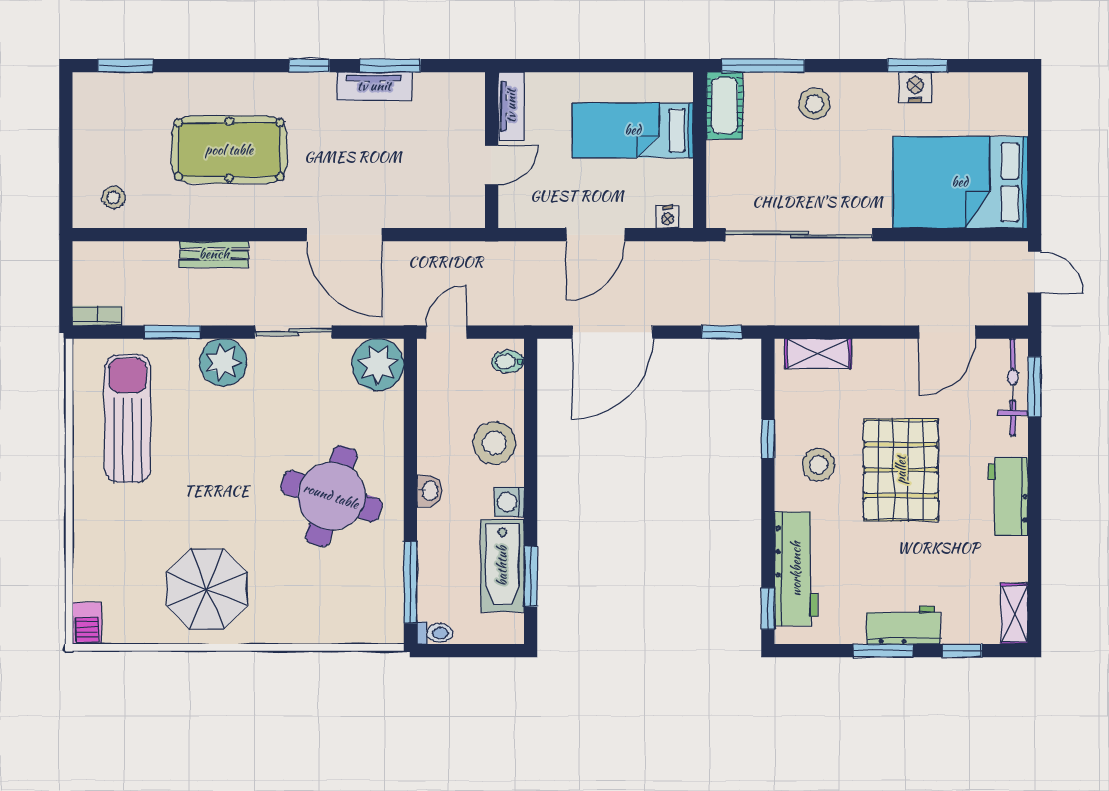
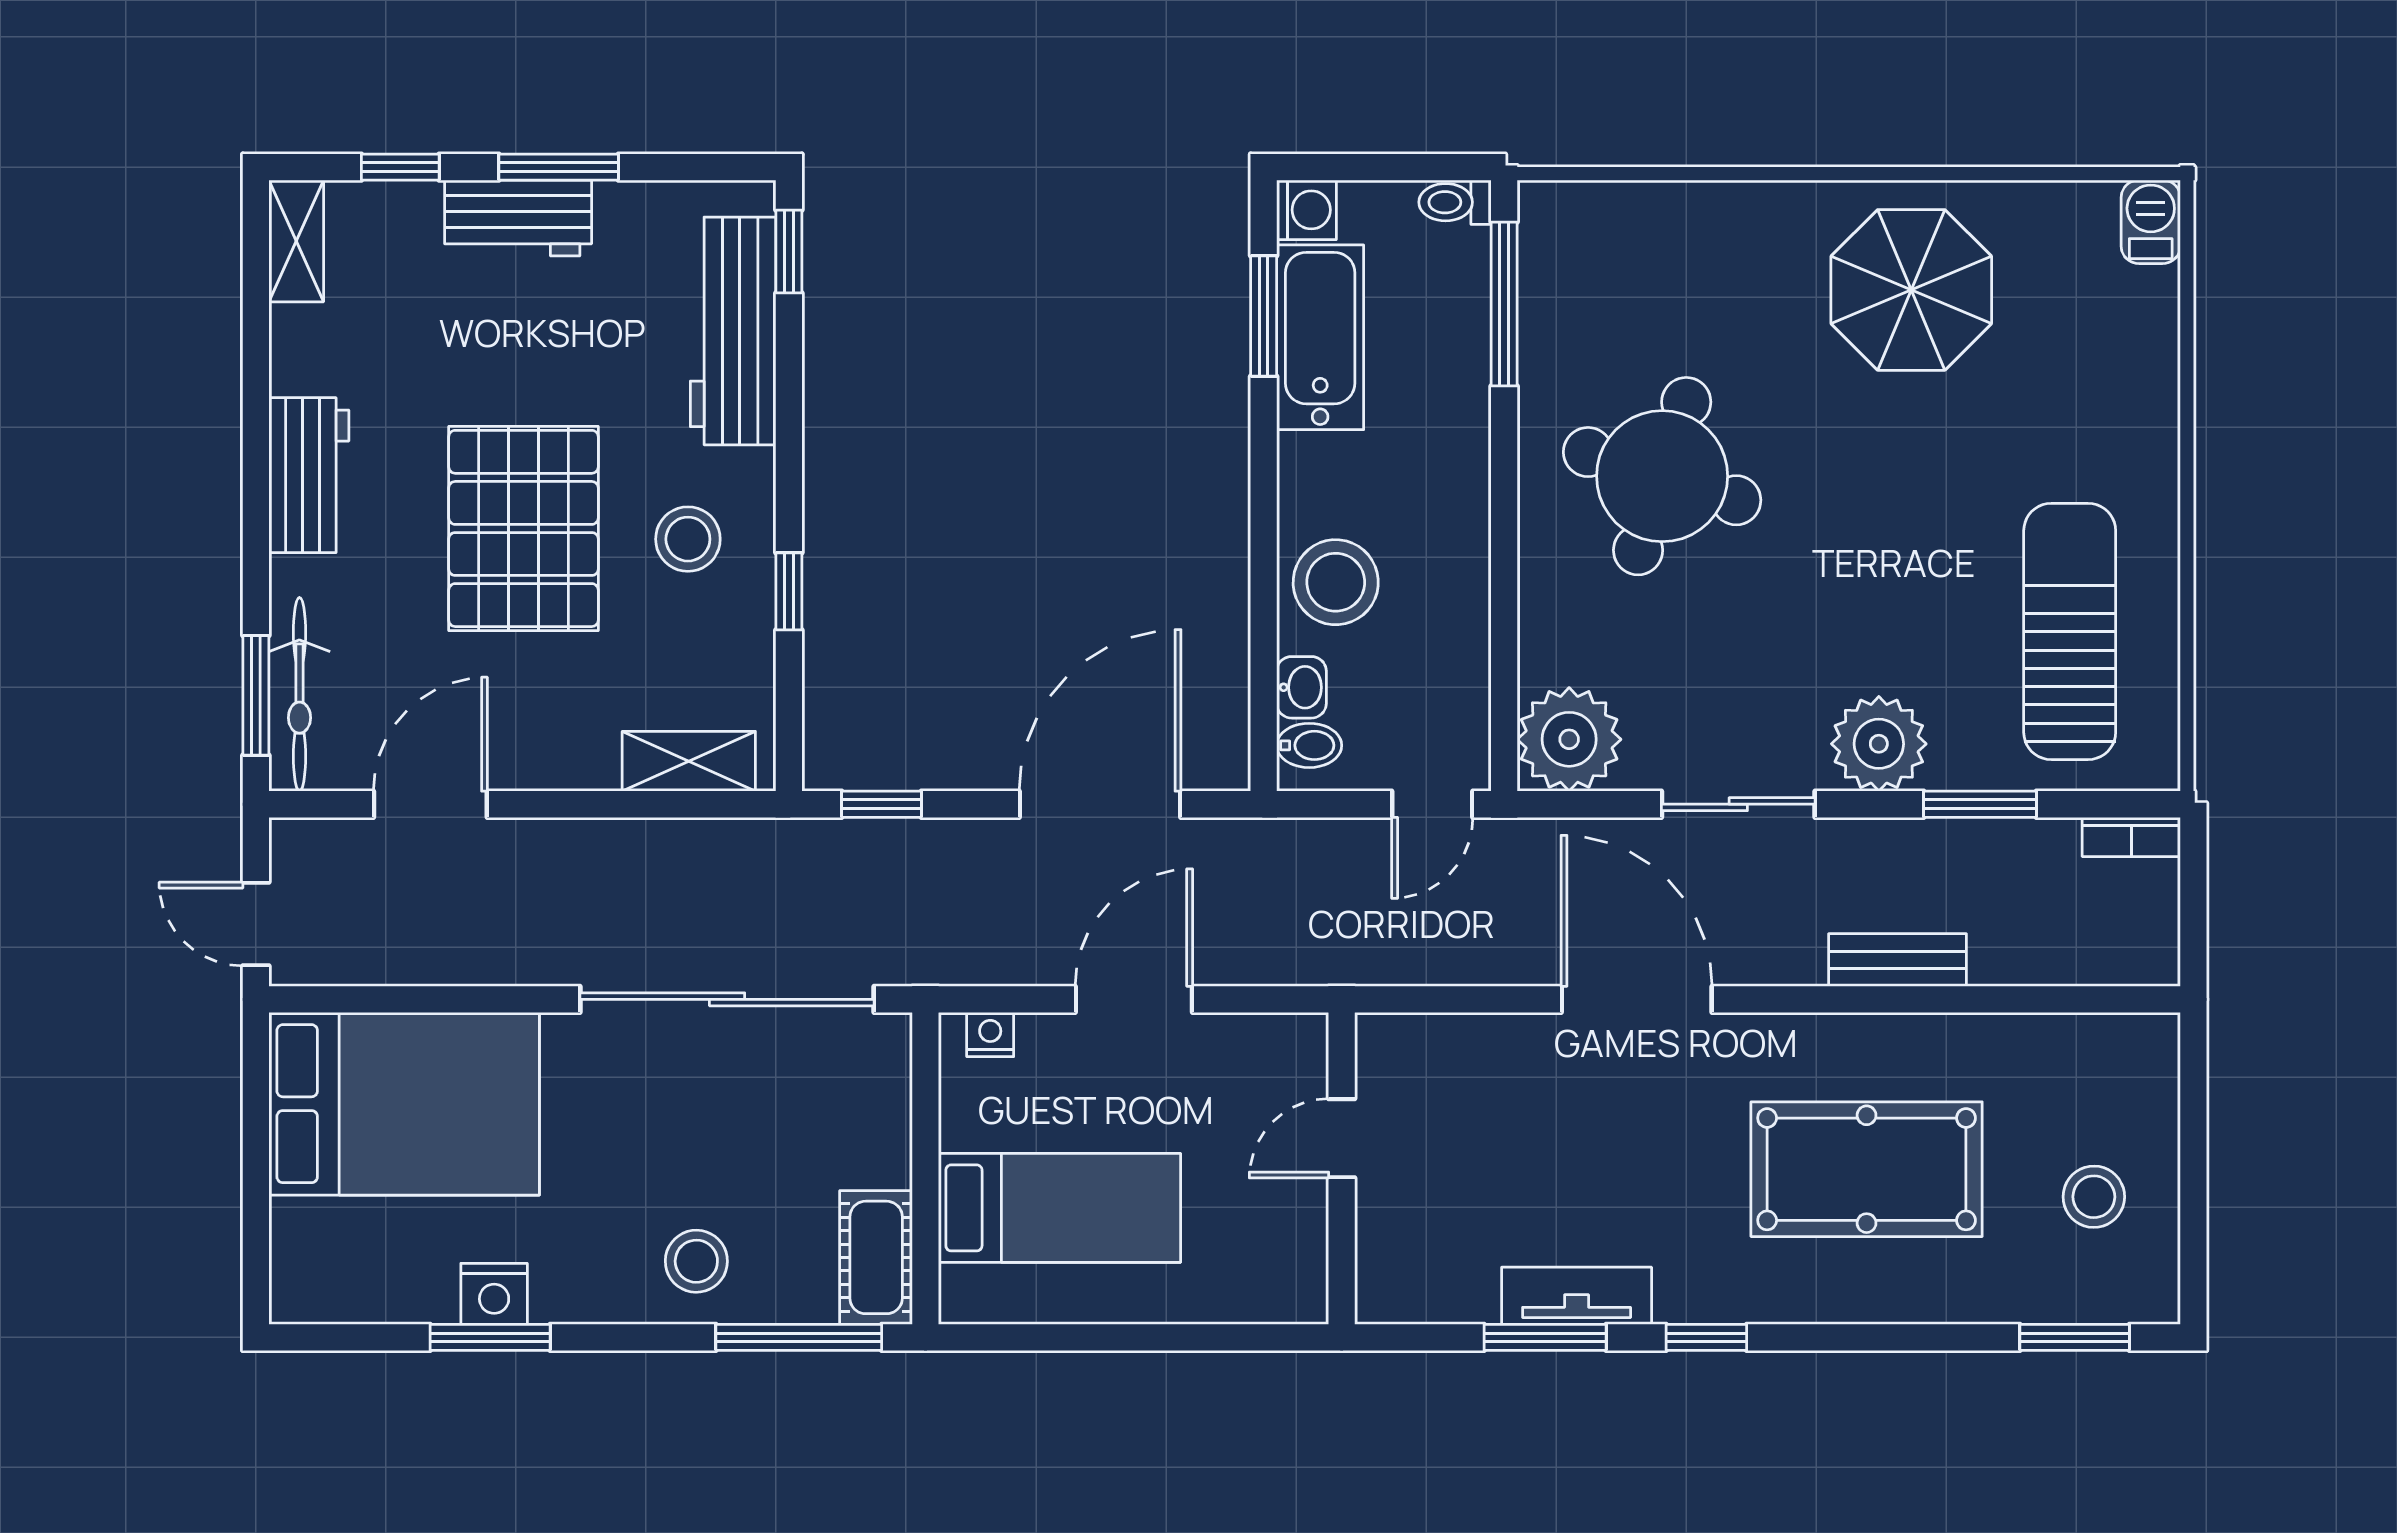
tv unit: (511, 106) -> (1302, 1256), removed
stool: (114, 198) -> (2094, 1197), moved, width x1.37, depth x1.37
sun lounger: (128, 419) -> (2070, 631), turned 180
washbasin: (429, 491) -> (1301, 687), moved, turned 180
washing machine: (509, 502) -> (1306, 210), moved

